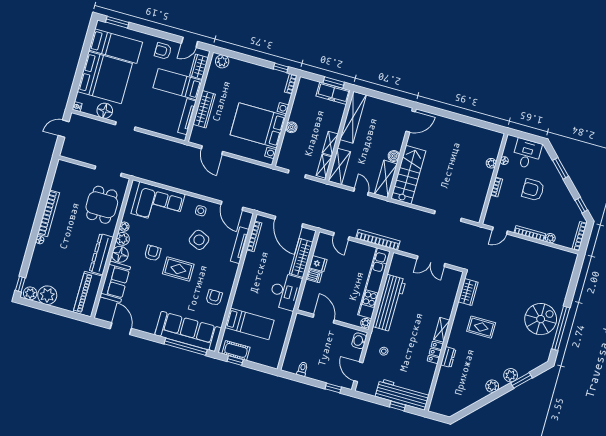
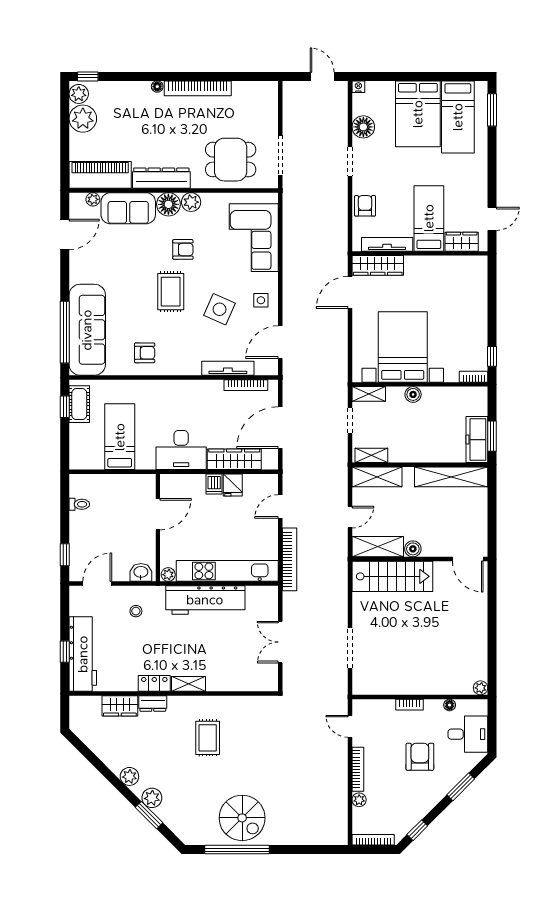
door: (190, 42) -> (492, 219), swing flipped
armchair: (163, 51) -> (365, 206), moved
plant: (222, 61) -> (478, 272), removed
bed: (105, 77) -> (418, 114), width x0.73
wardrobe: (204, 109) -> (378, 265), moved
shelving: (330, 143) -> (369, 394), moved
plant: (491, 163) -> (481, 688), moved
plant: (124, 227) -> (93, 199), moved
wardrobe: (468, 292) -> (120, 706), moved
bed: (249, 324) -> (120, 437), moved, turned 180

